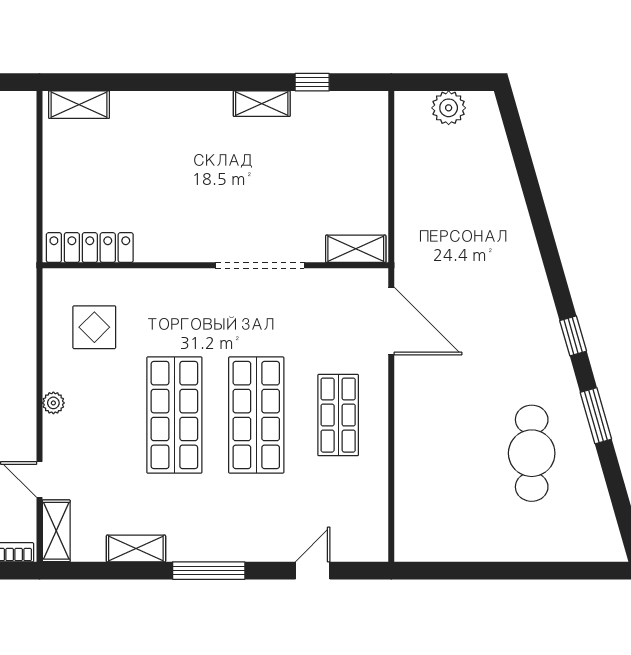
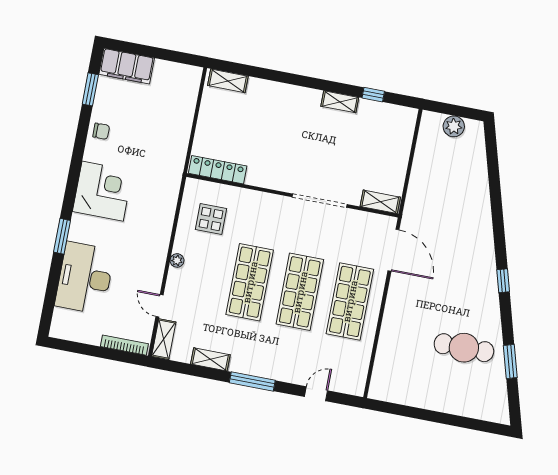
shop shelf: (338, 415) -> (350, 301), width x1.43, depth x1.36
window: (596, 416) -> (510, 361), moved
cafe table: (532, 453) -> (464, 348), turned 90

